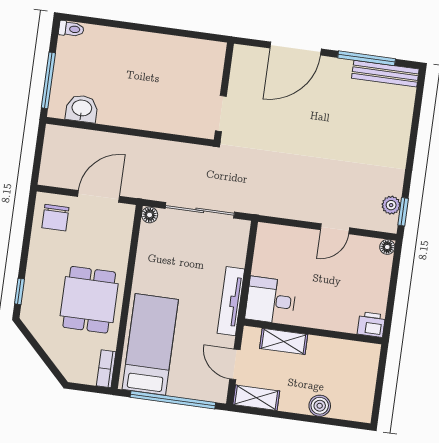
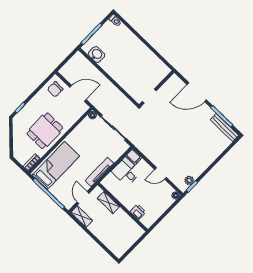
filing cabinet: (270, 233) -> (134, 157), added
desk: (271, 300) -> (126, 172), moved
printer: (371, 325) -> (138, 212), moved
boiler: (320, 406) -> (104, 238), removed

